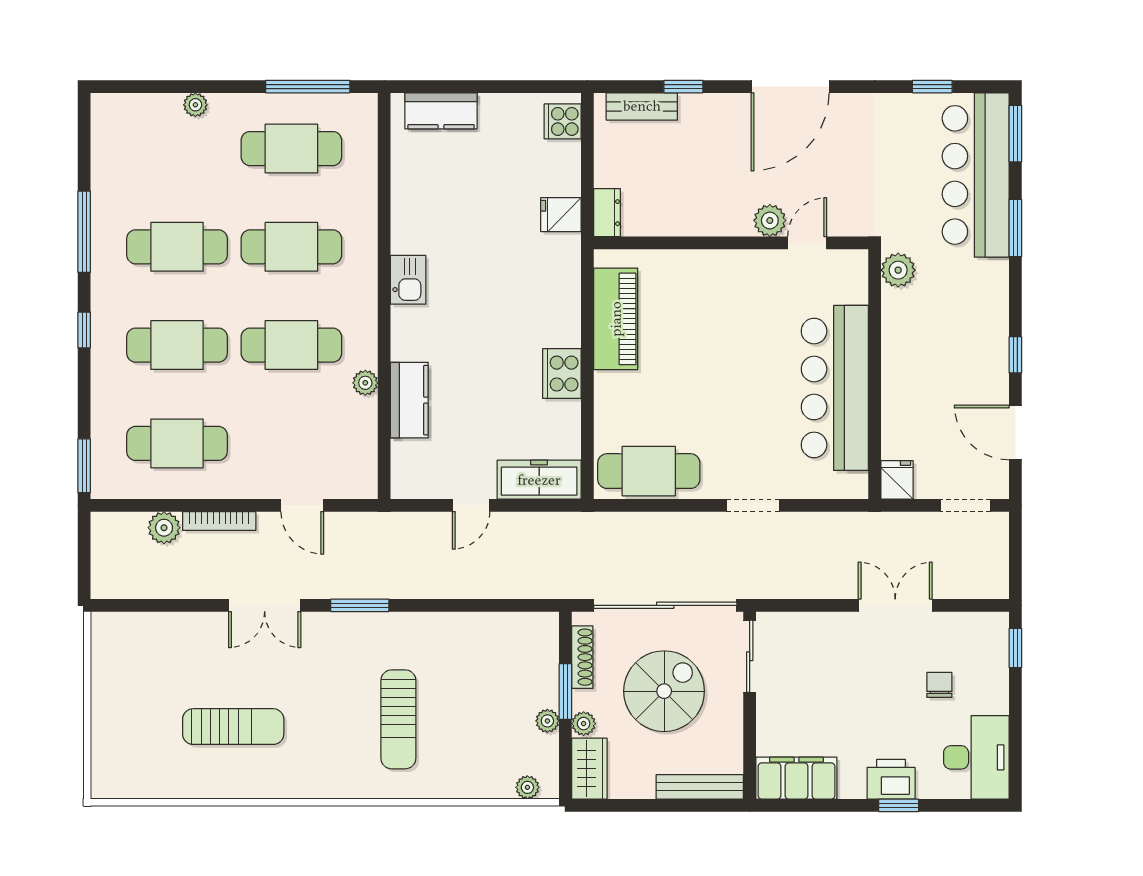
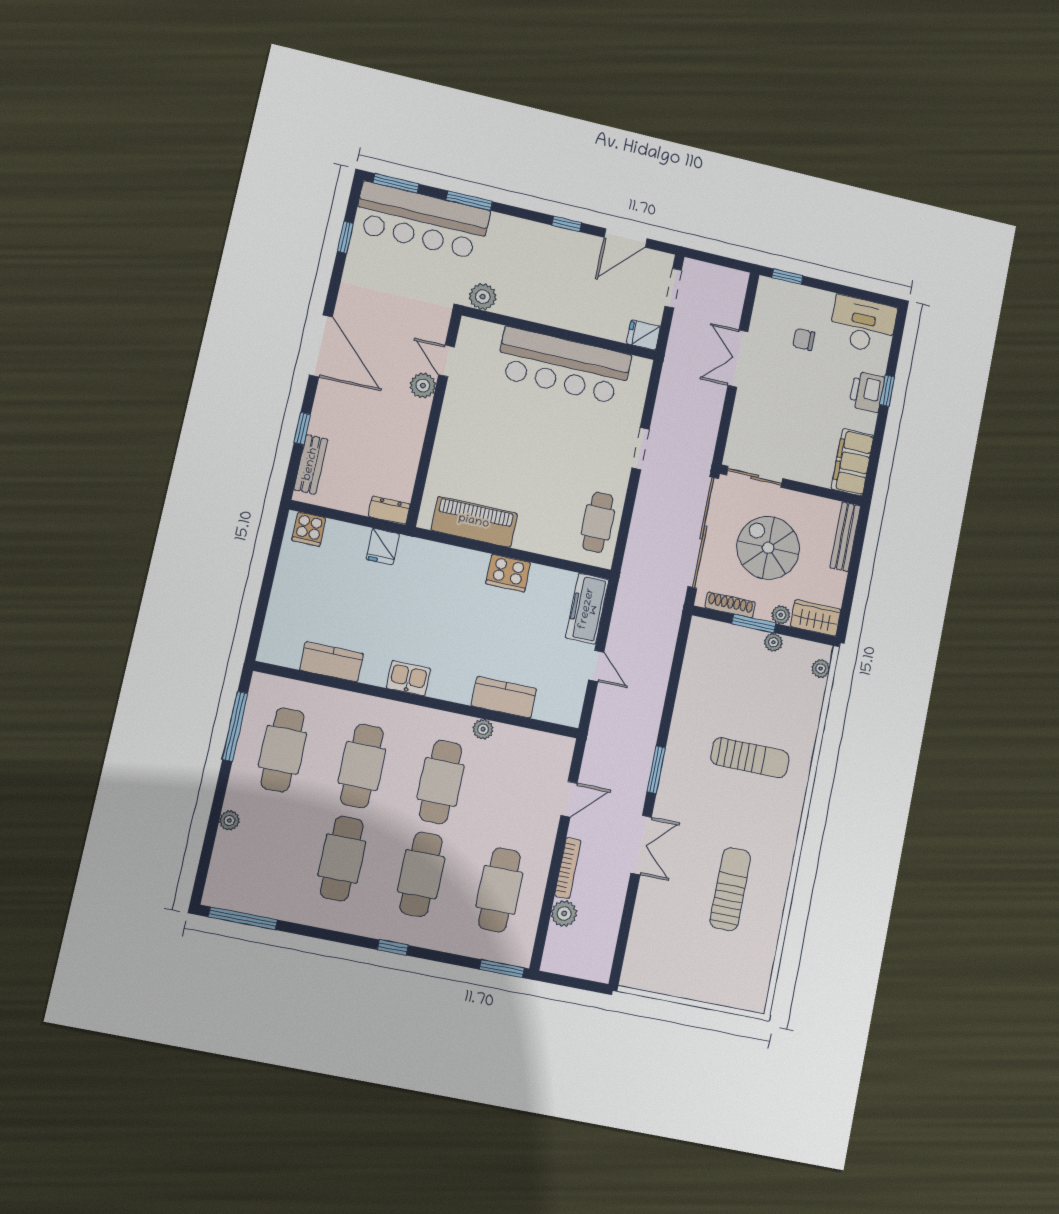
kitchen counter: (441, 111) -> (332, 662), moved, turned -90
window: (84, 232) -> (243, 918), moved
cafe table: (649, 471) -> (598, 522), width x0.73, depth x0.74

